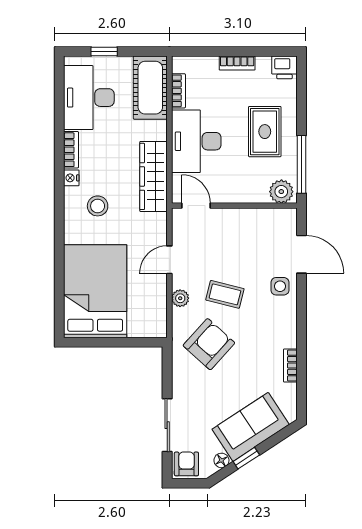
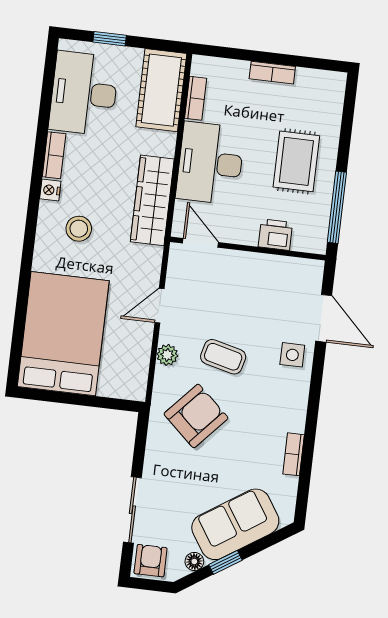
printer: (284, 67) -> (275, 235), moved, turned 180
plant: (281, 192) -> (308, 238), removed

